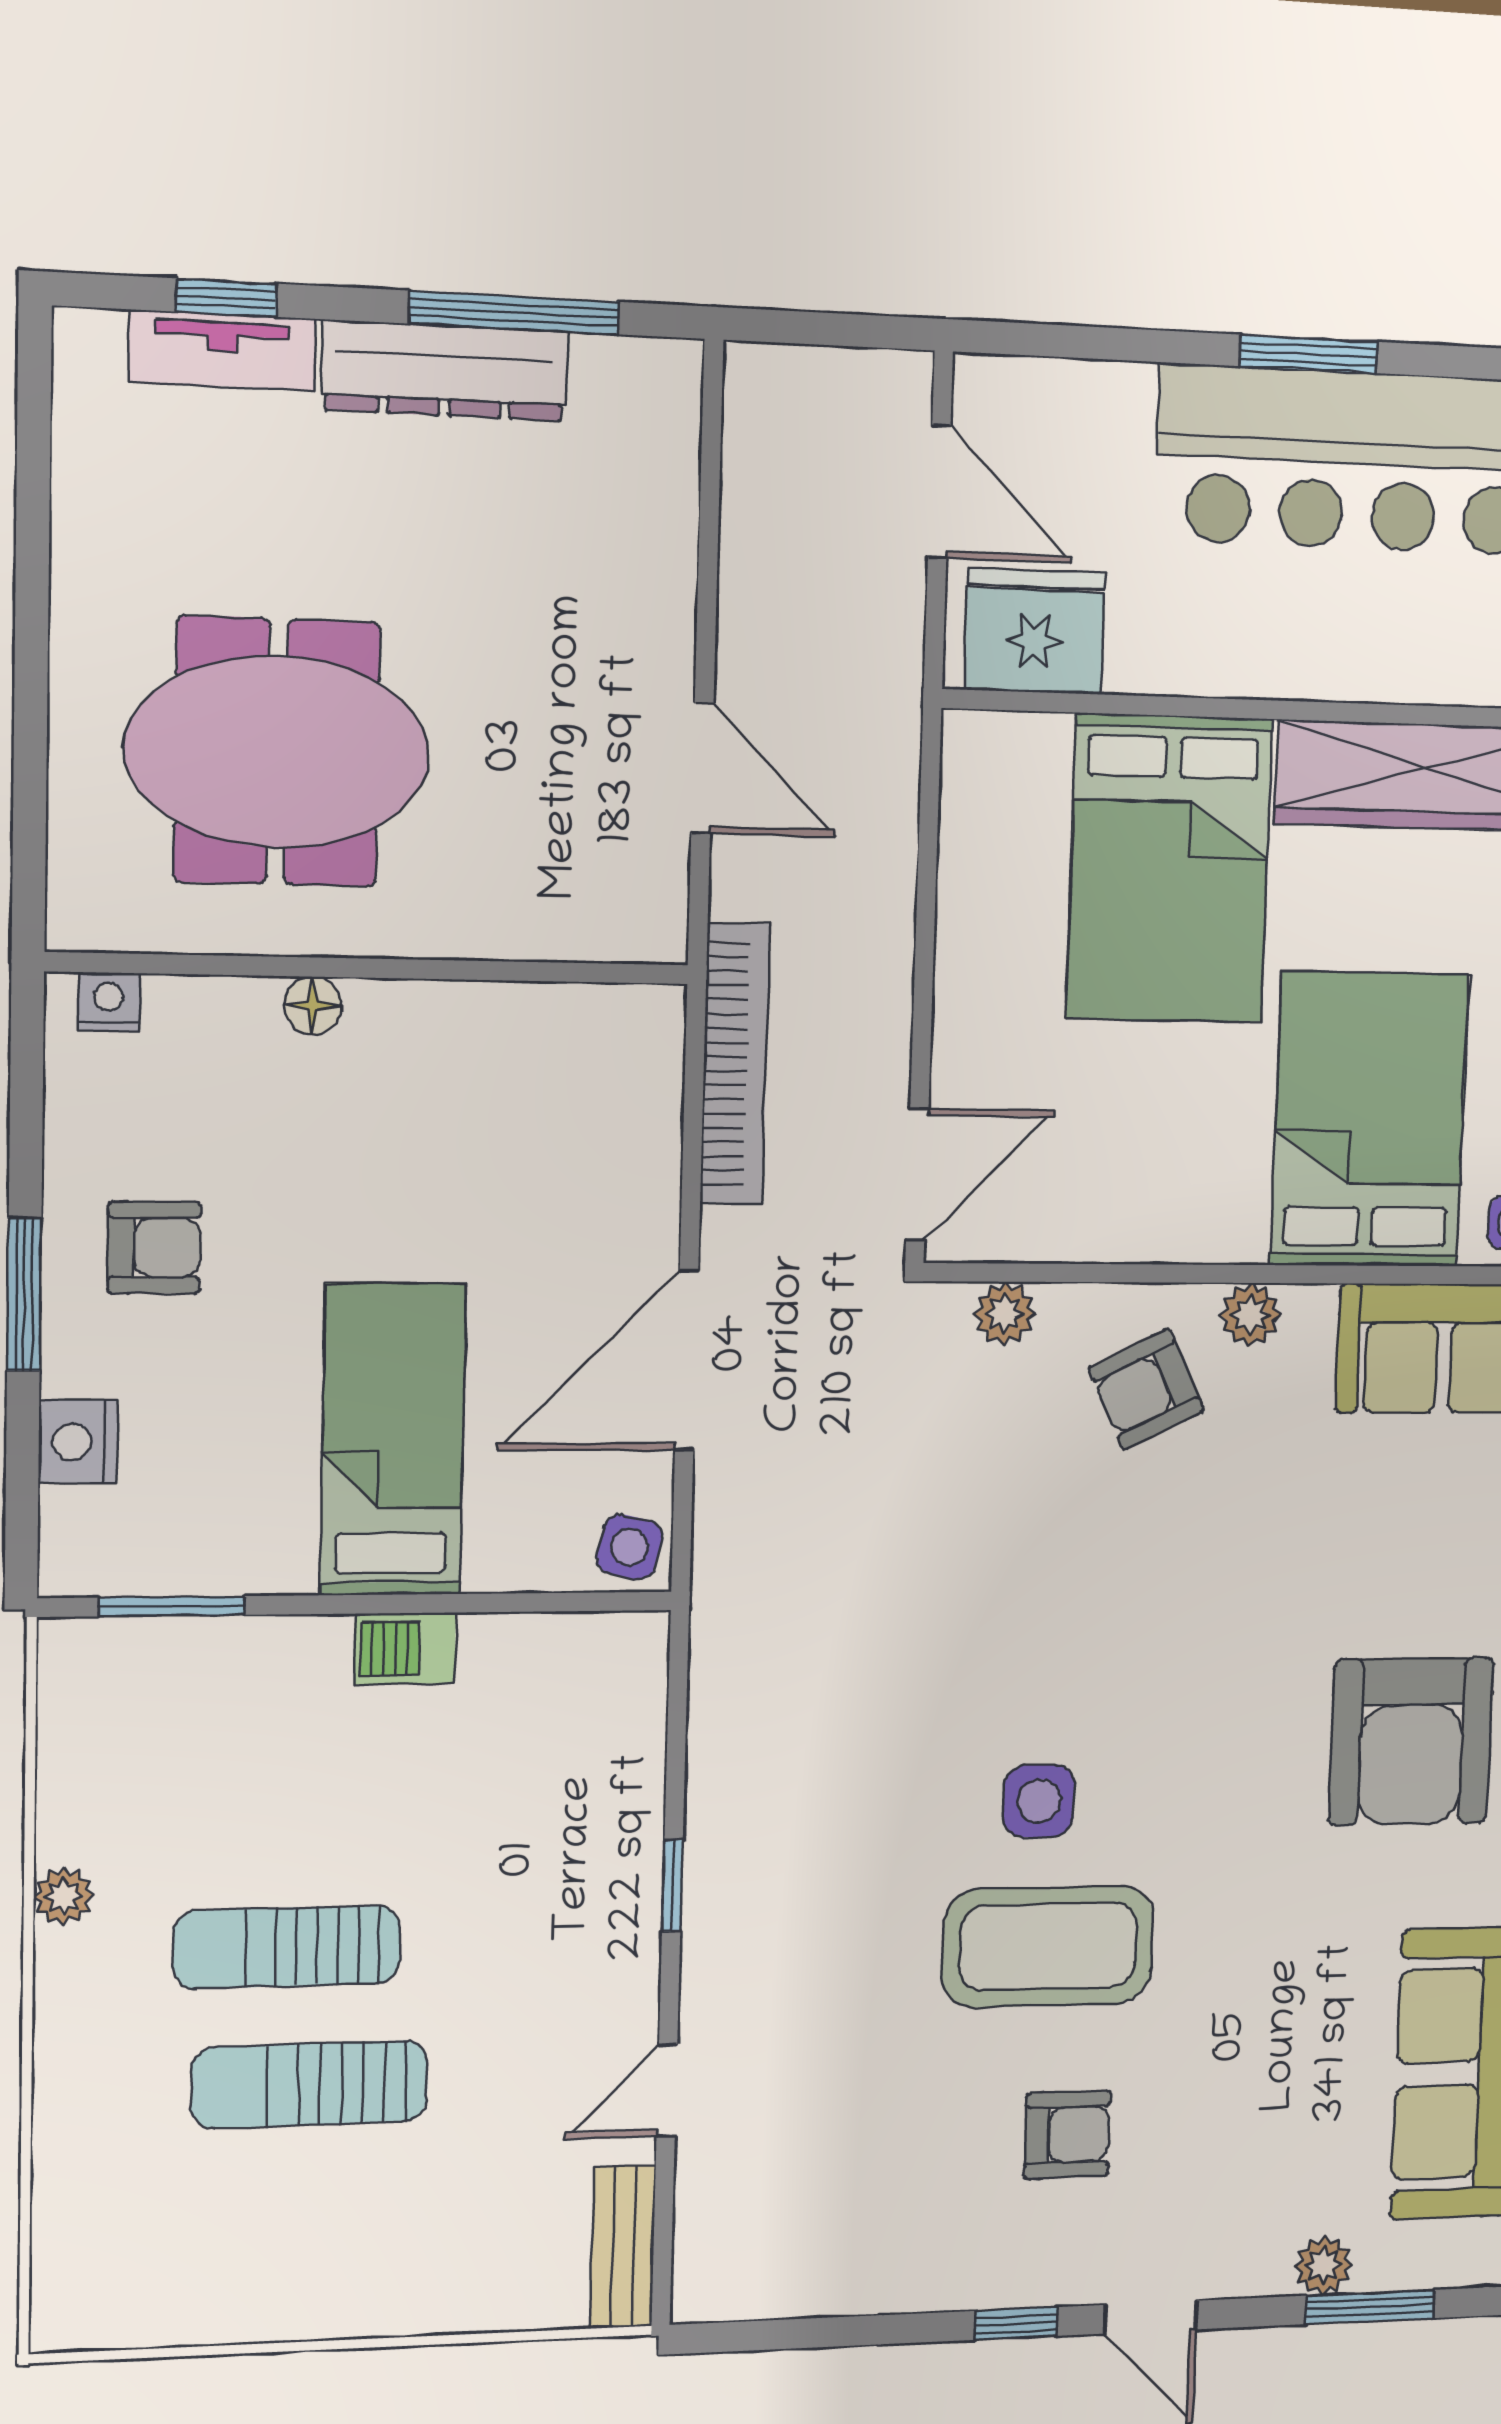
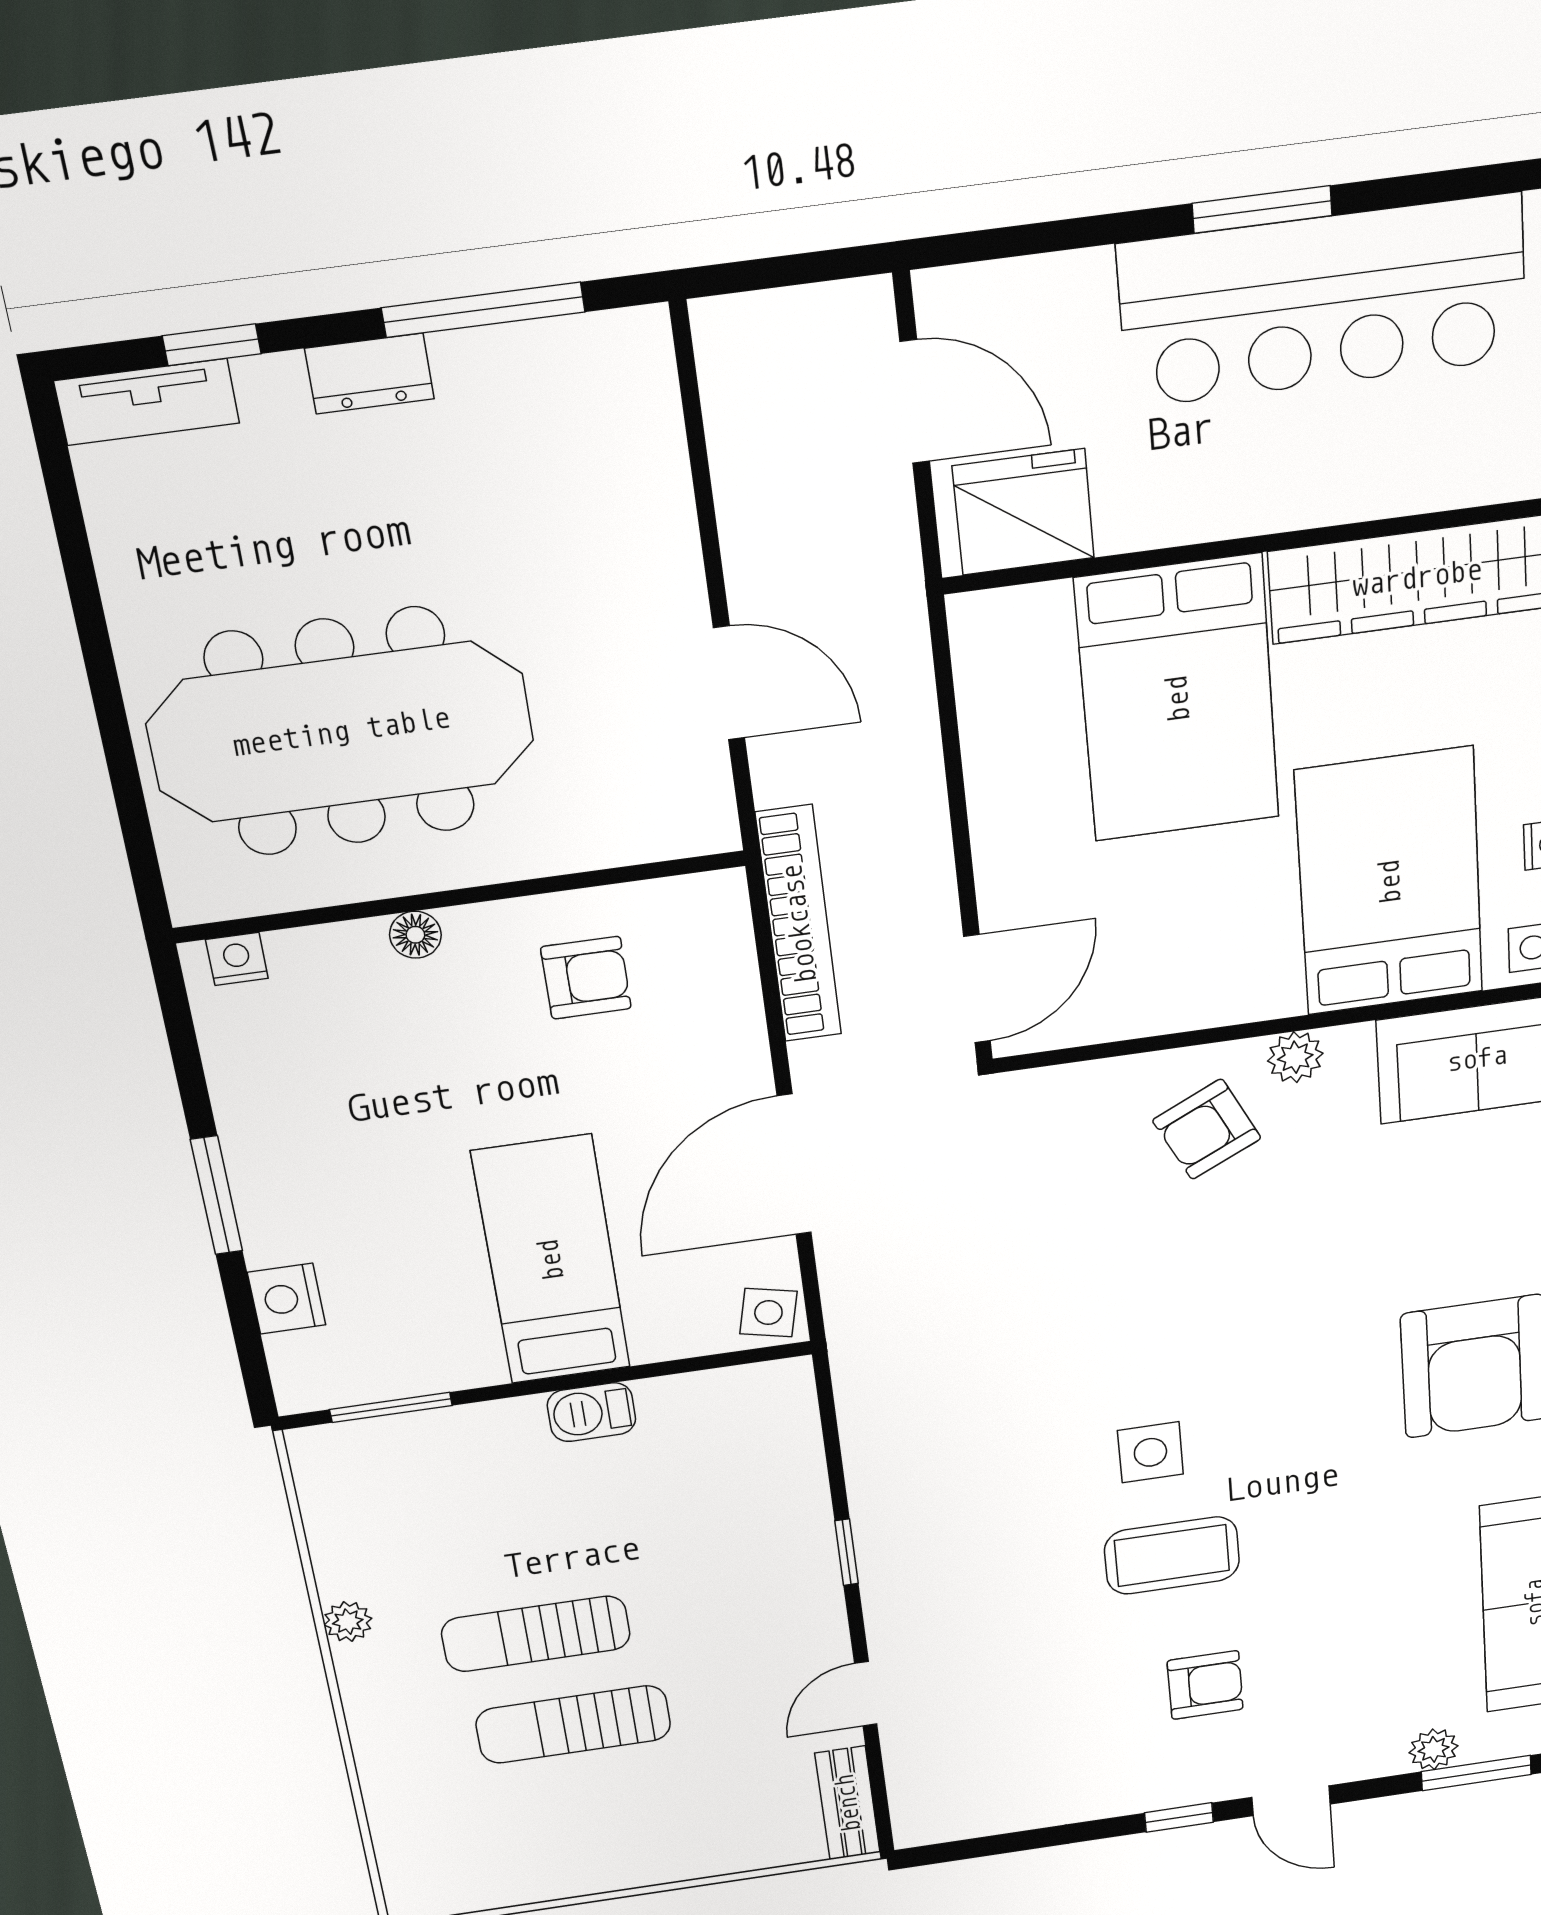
tv unit: (222, 350) -> (147, 402), moved
dresser: (445, 371) -> (370, 374), width x0.51, depth x0.80
meeting table: (277, 752) -> (341, 732), width x1.36
armchair: (154, 1247) -> (586, 978), moved
plant: (1005, 1314) -> (1072, 1088), removed
coffee table: (1048, 1946) -> (1172, 1556), width x0.73, depth x0.76

